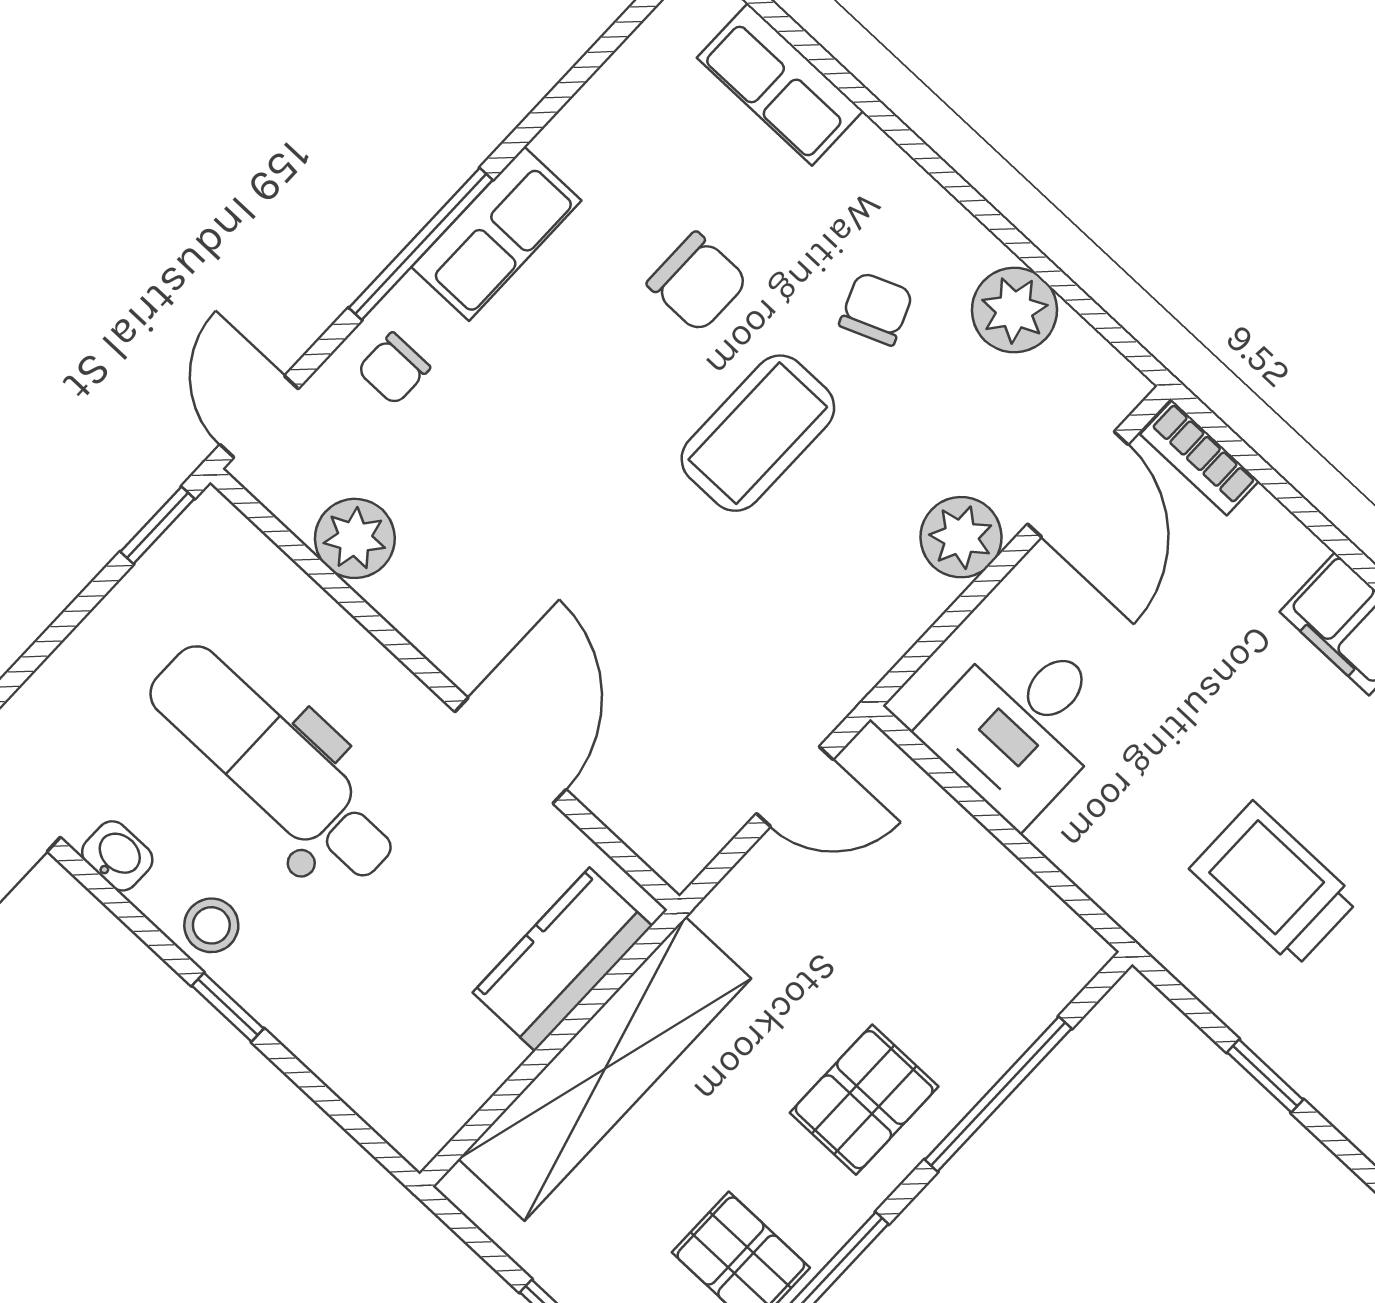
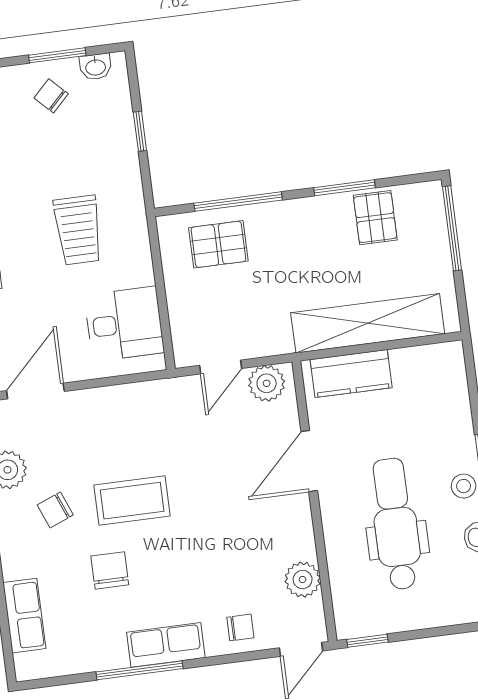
window: (421, 244) -> (140, 670), moved
plant: (961, 537) -> (267, 383), moved
dental chair: (274, 765) -> (396, 524), turned 180
door: (795, 787) -> (221, 367), swing flipped
trolley: (1274, 884) -> (78, 230), moved
pallet: (864, 1100) -> (218, 244), moved

